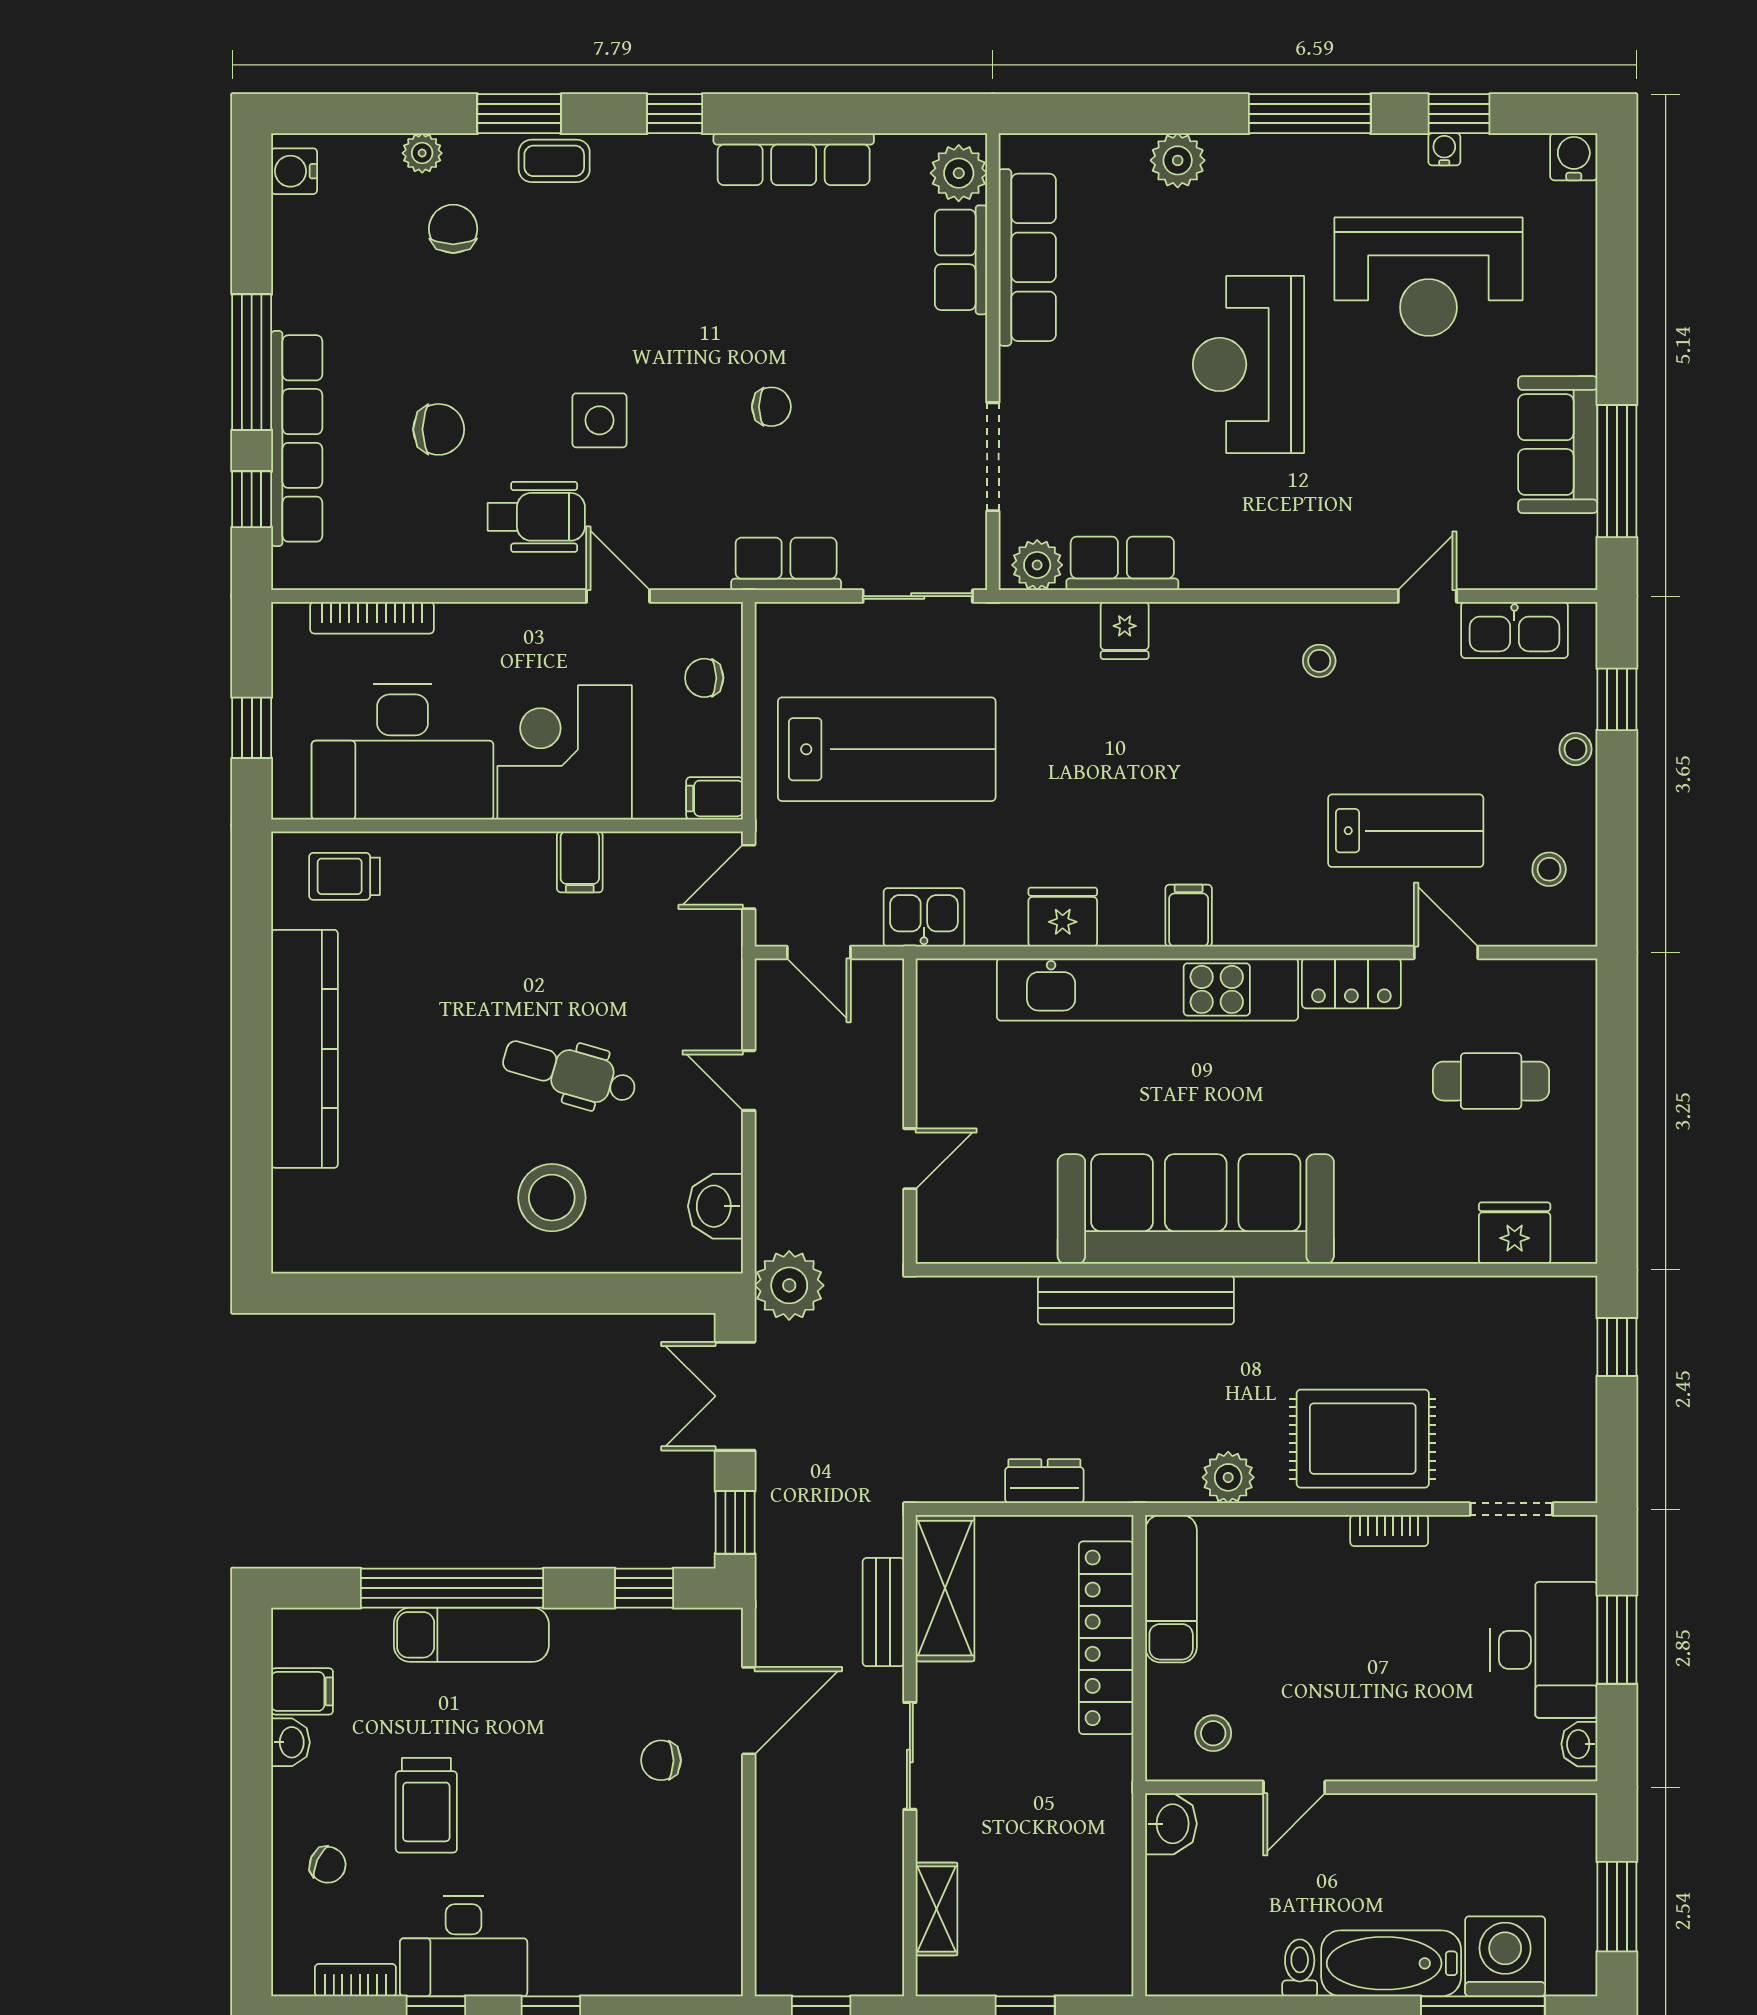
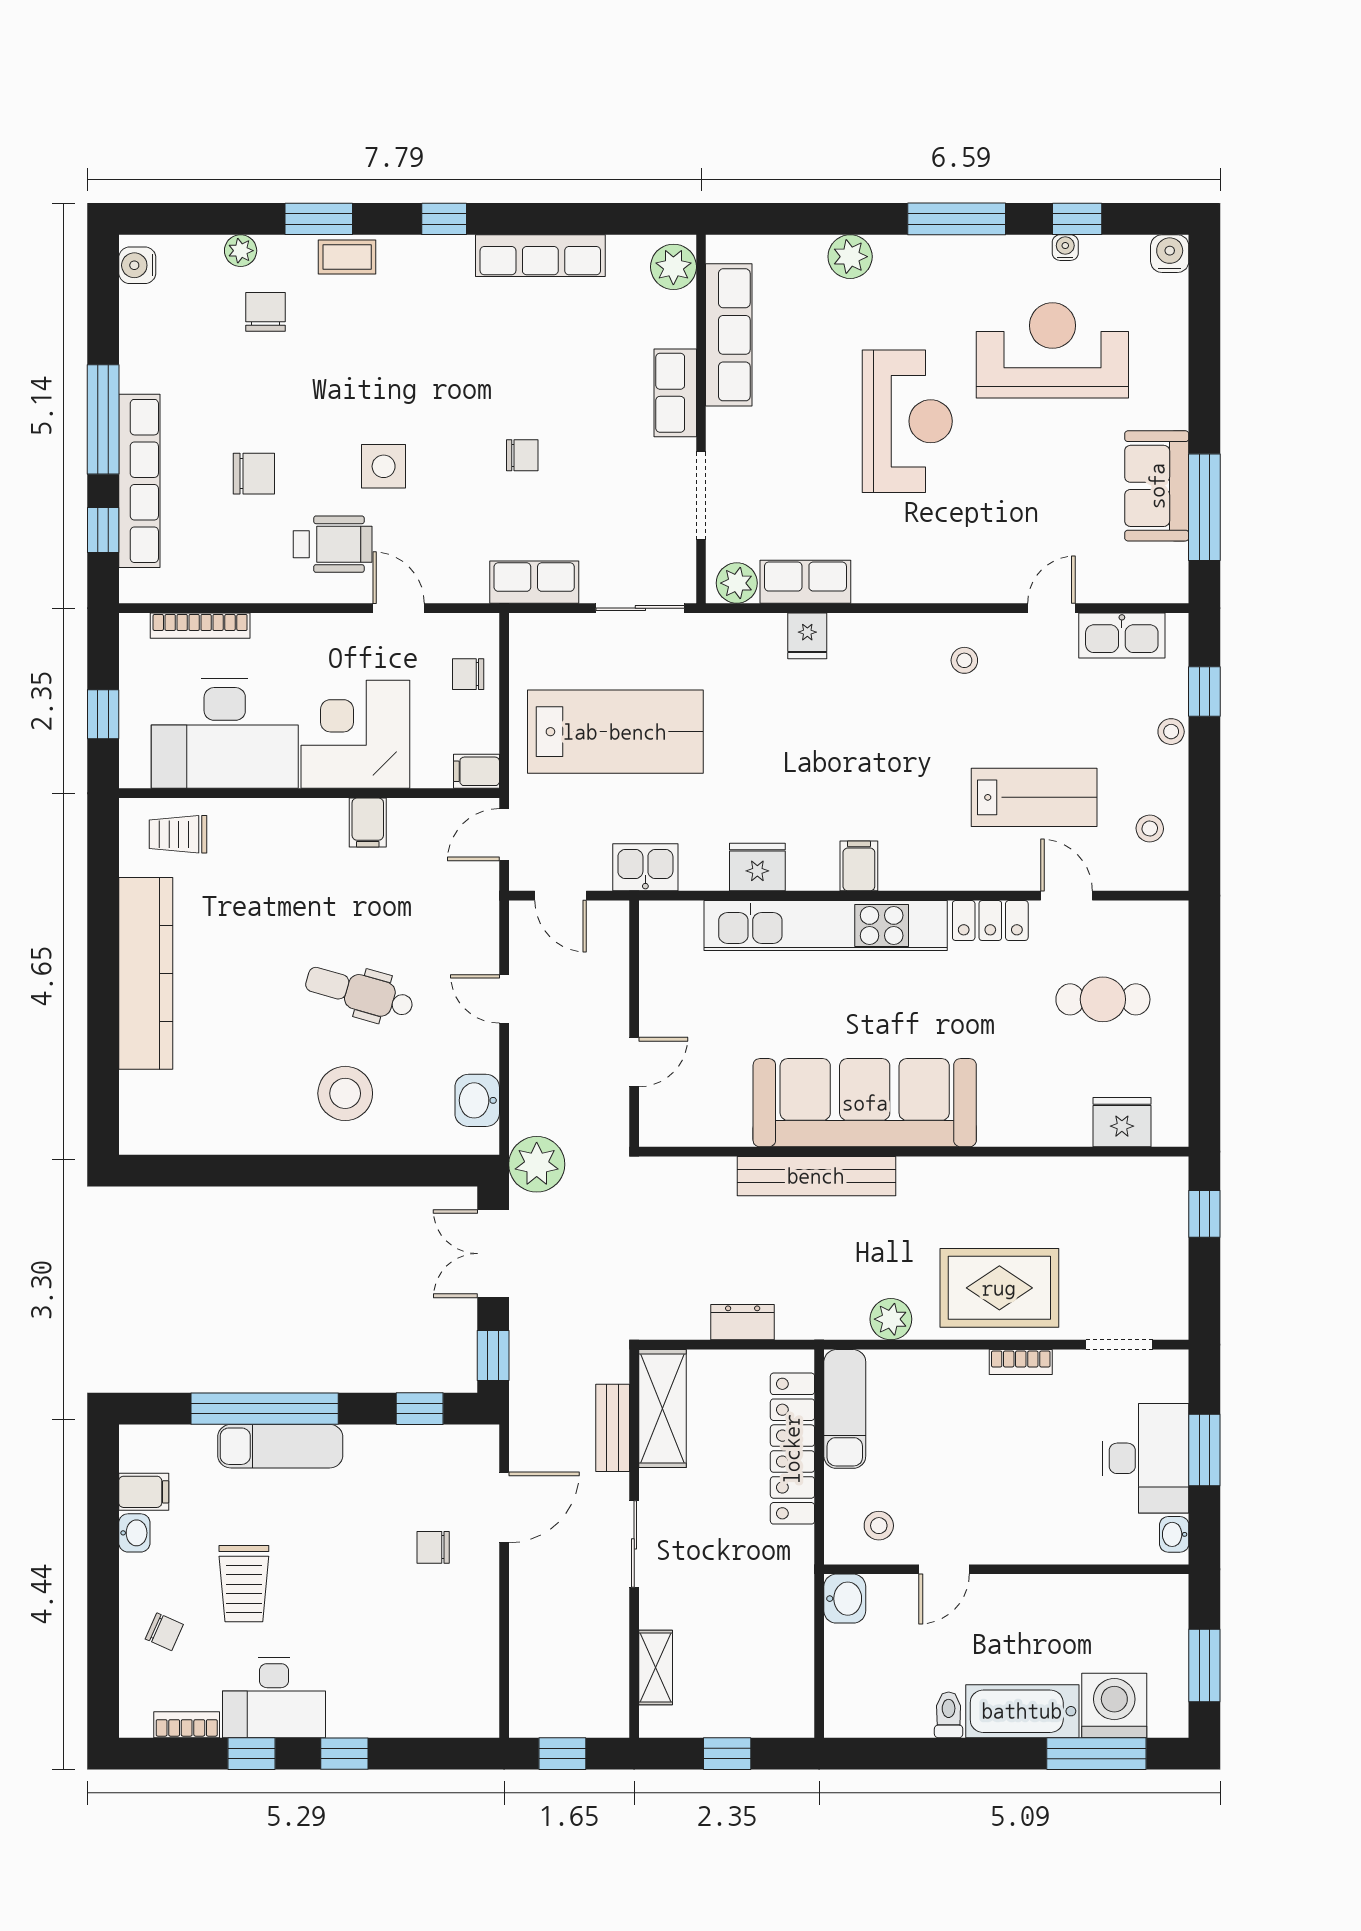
row of seats: (961, 260) -> (675, 393), moved
reception desk: (1428, 277) -> (1052, 350), turned 180
reception desk: (1249, 364) -> (907, 421), turned 180

